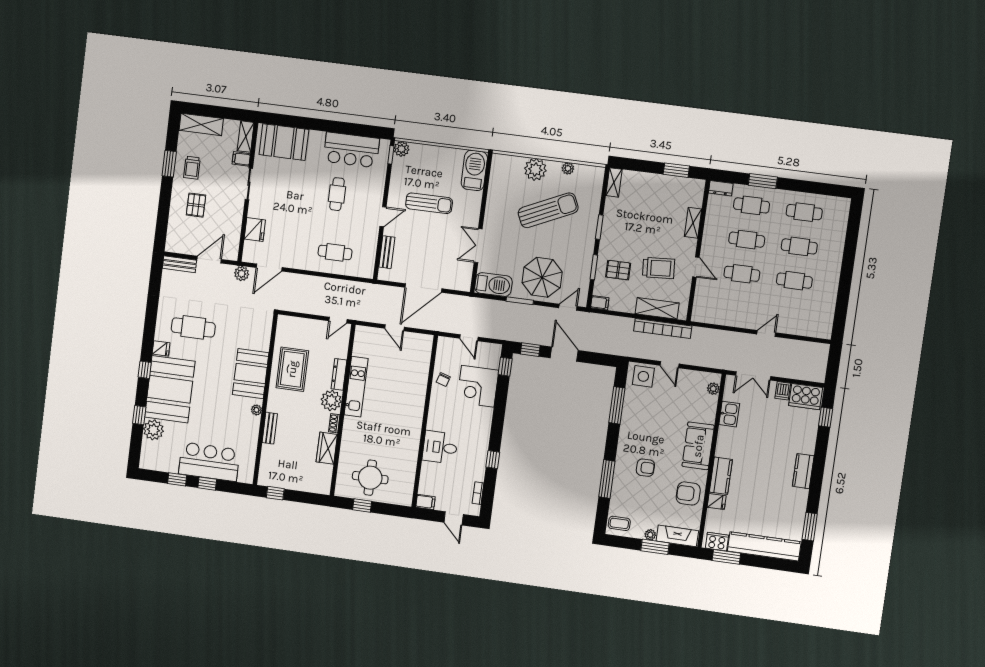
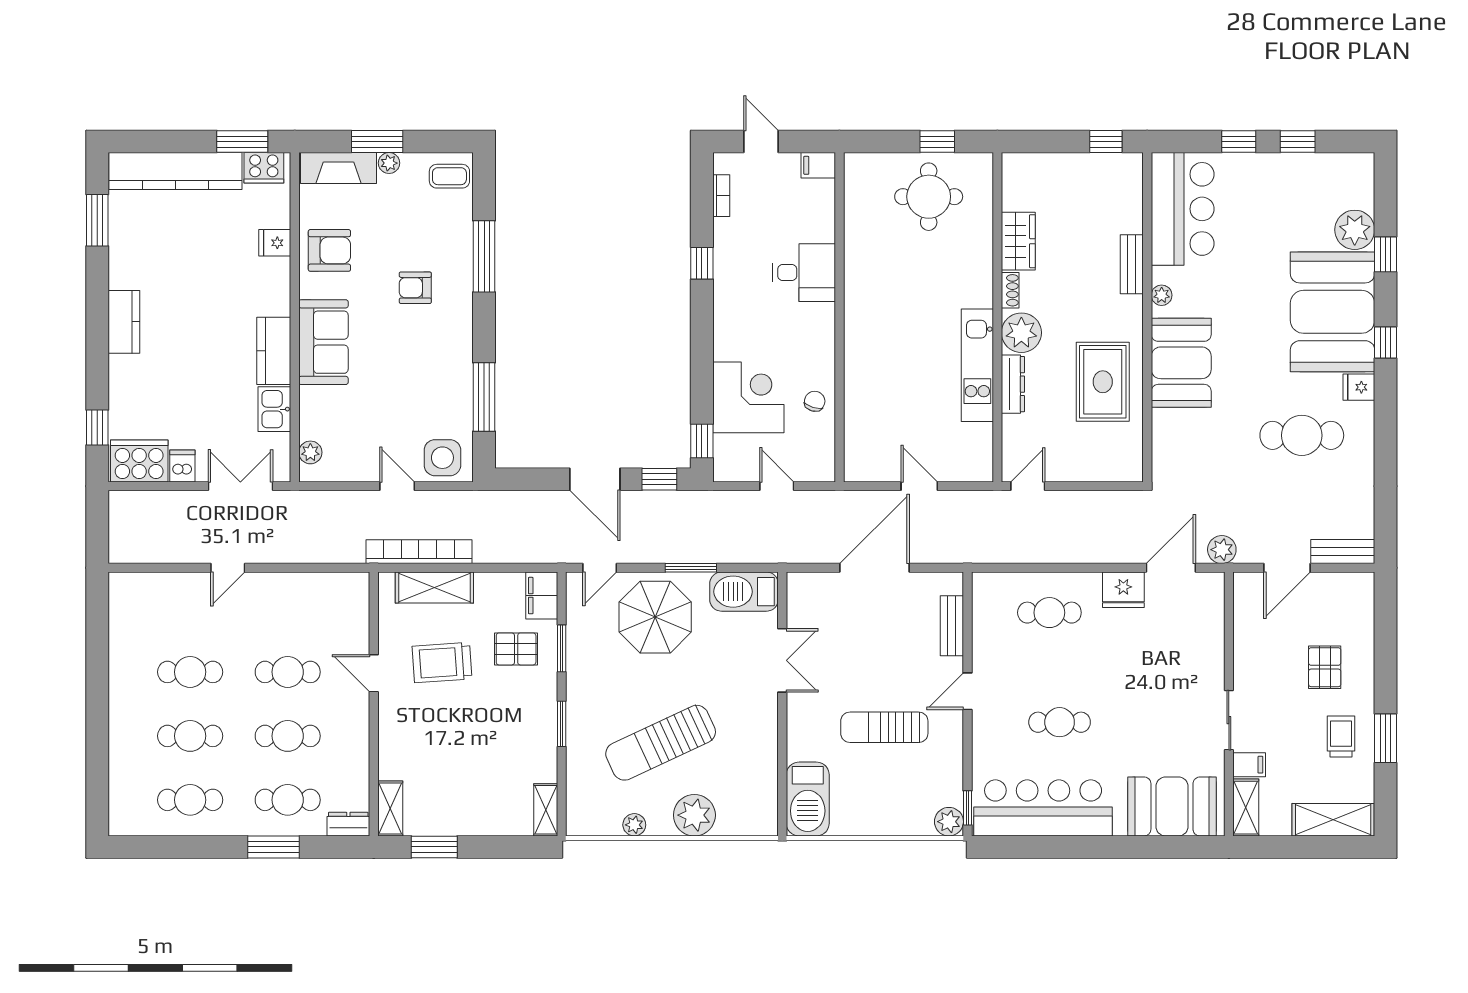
bar counter: (351, 150) -> (1043, 808), width x1.36
cafe table: (337, 194) -> (1060, 722), turned 90
shelving: (693, 223) -> (390, 808), moved
fridge: (255, 230) -> (1123, 590), moved, turned -90
filing cabinet: (600, 303) -> (542, 596), width x2.00
bar counter: (209, 462) -> (1183, 209), moved, turned -90
kitchen counter: (721, 476) -> (274, 351), moved

